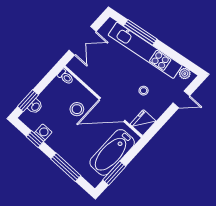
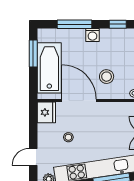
door: (112, 110) -> (79, 101), hinge flipped
washing machine: (43, 133) -> (92, 35), moved

